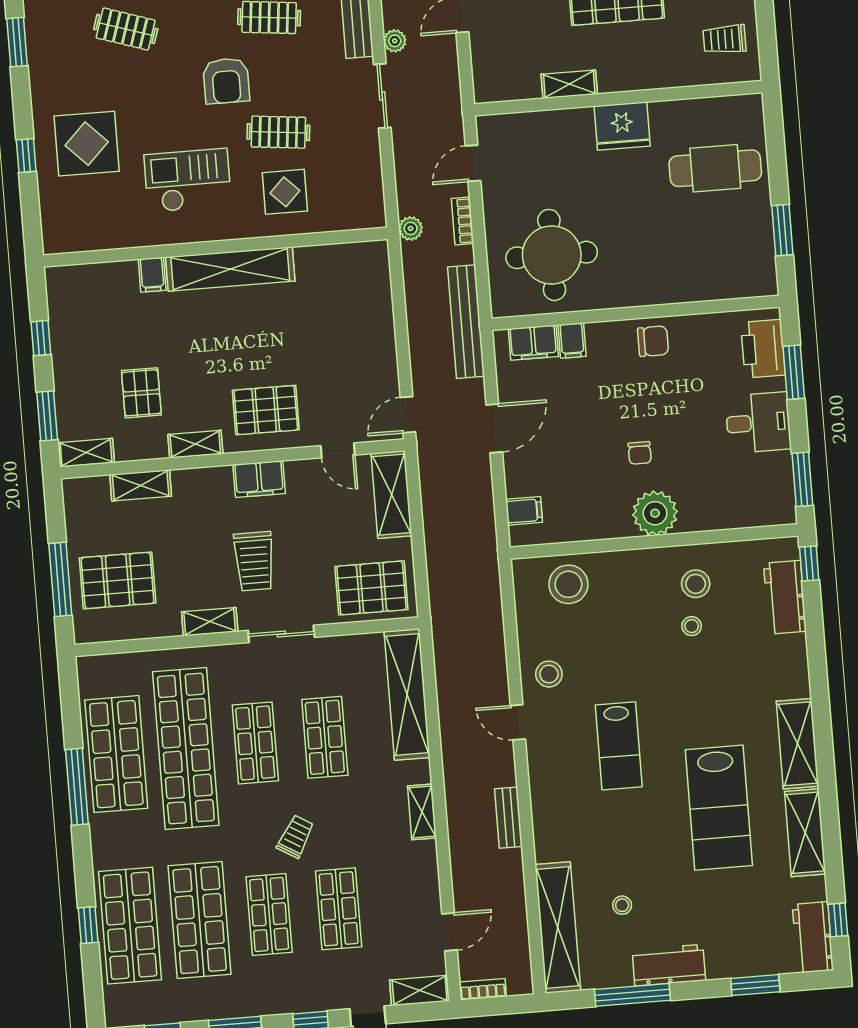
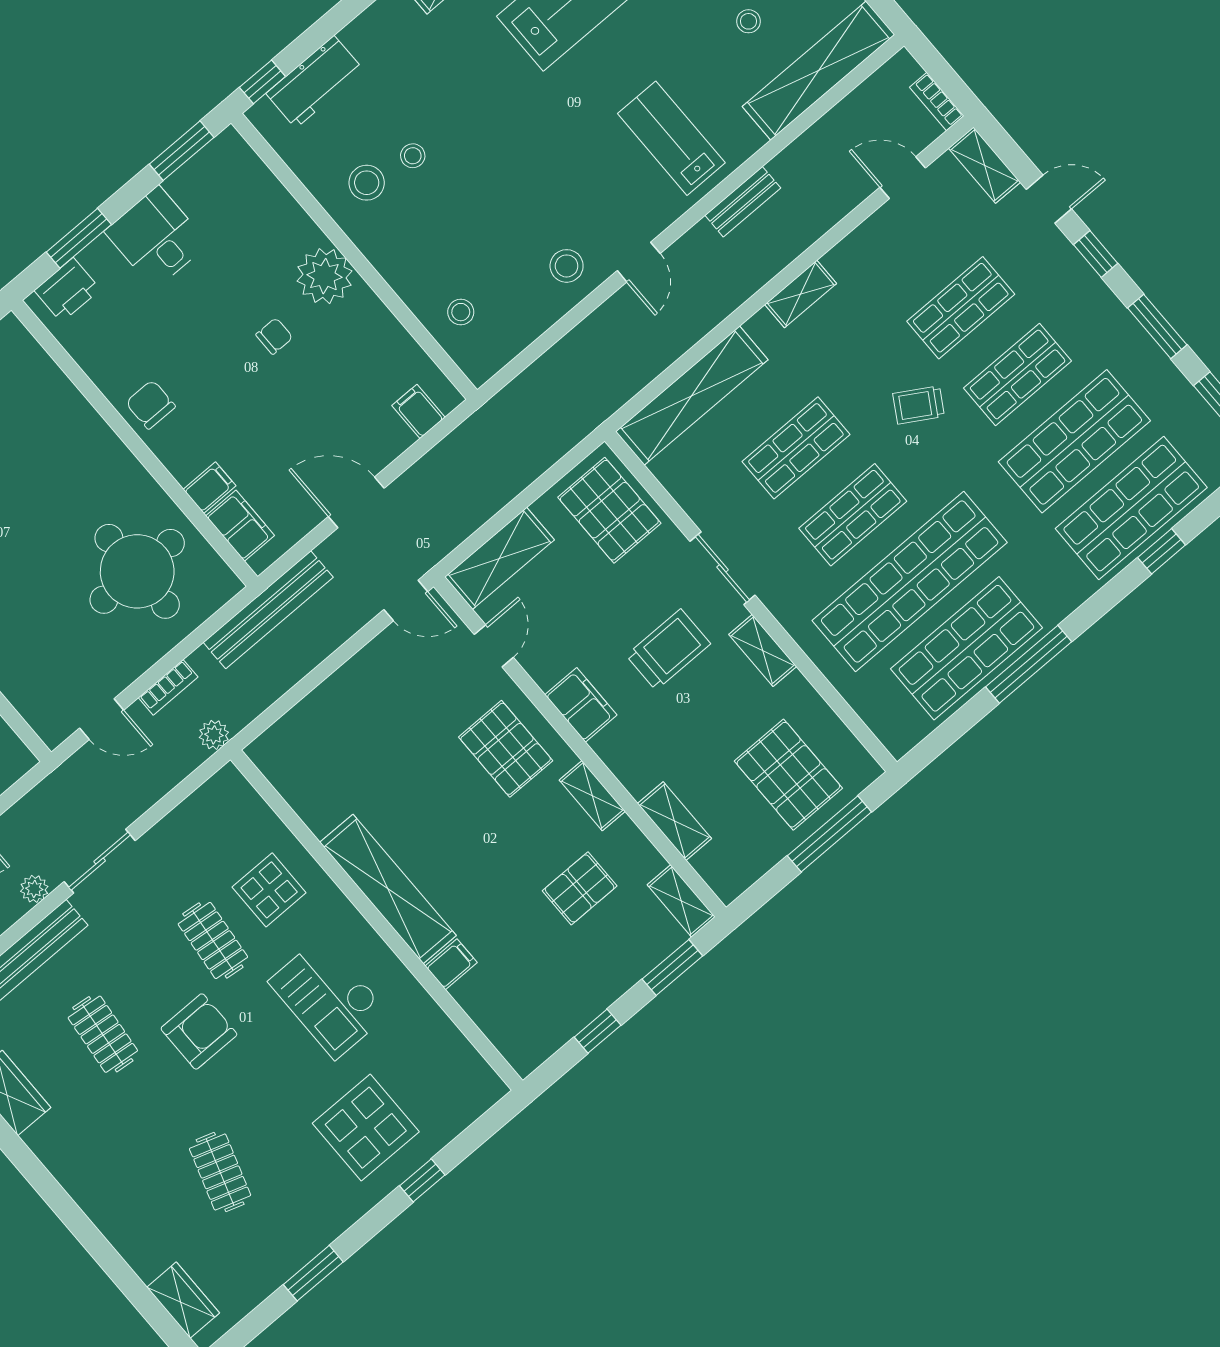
printer: (763, 349) -> (67, 290), width x0.73, depth x0.84
stool: (568, 584) -> (461, 312), width x0.53, depth x0.53
lab bench: (619, 746) -> (671, 138), moved, turned -90

